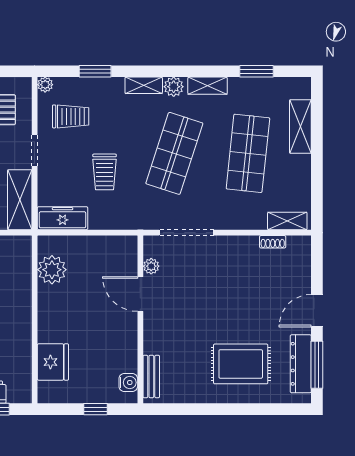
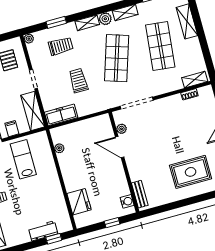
trolley: (71, 116) -> (61, 46), moved
trolley: (105, 172) -> (78, 81), turned 180
plant: (52, 270) -> (59, 148), width x0.53, depth x0.53

